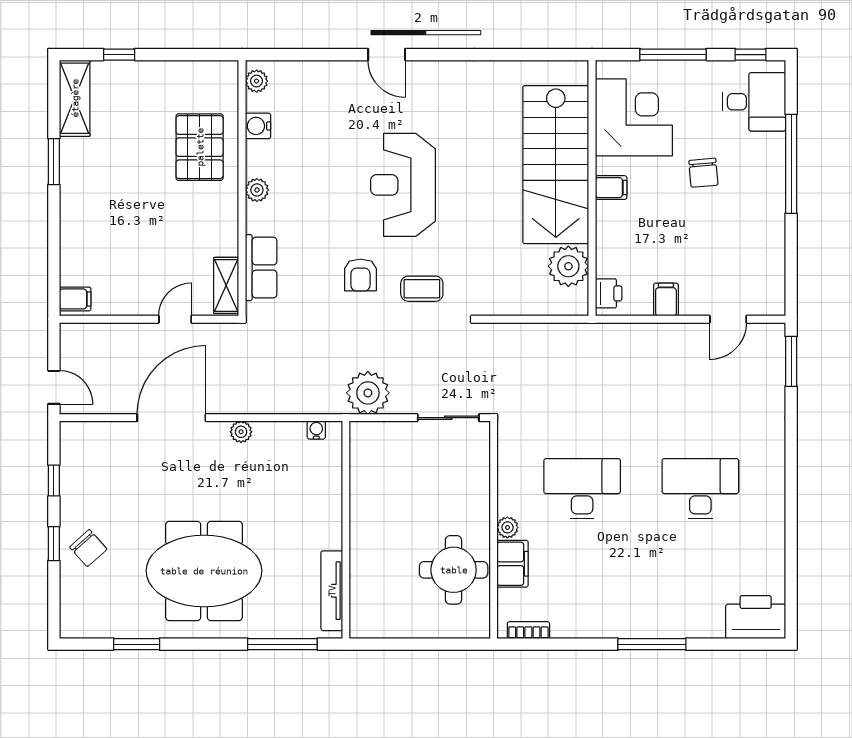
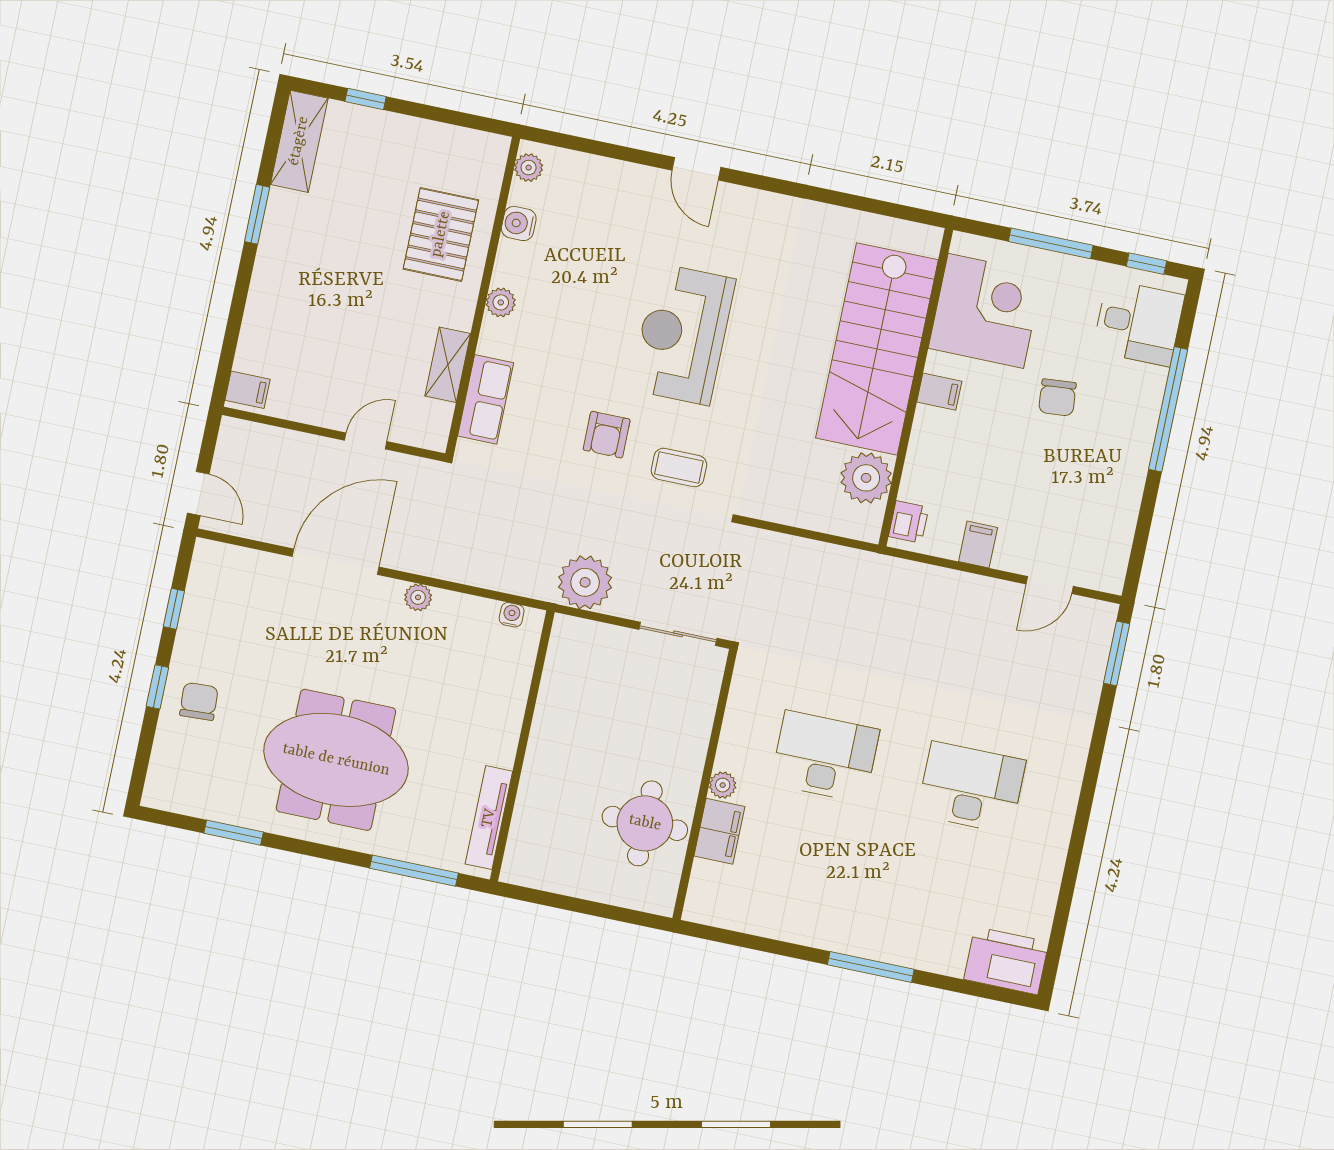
shelving: (226, 285) -> (448, 365), moved
chair: (88, 548) -> (199, 701), turned -141
bookcase: (528, 630) -> (722, 918), removed

